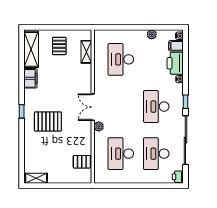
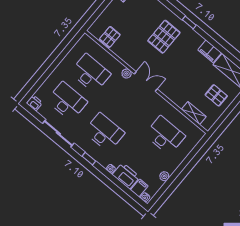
sliding door: (185, 140) -> (58, 133), width x0.73

